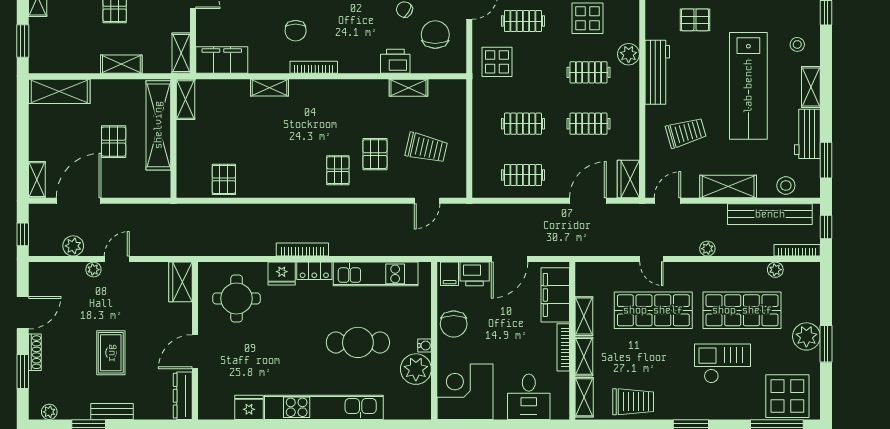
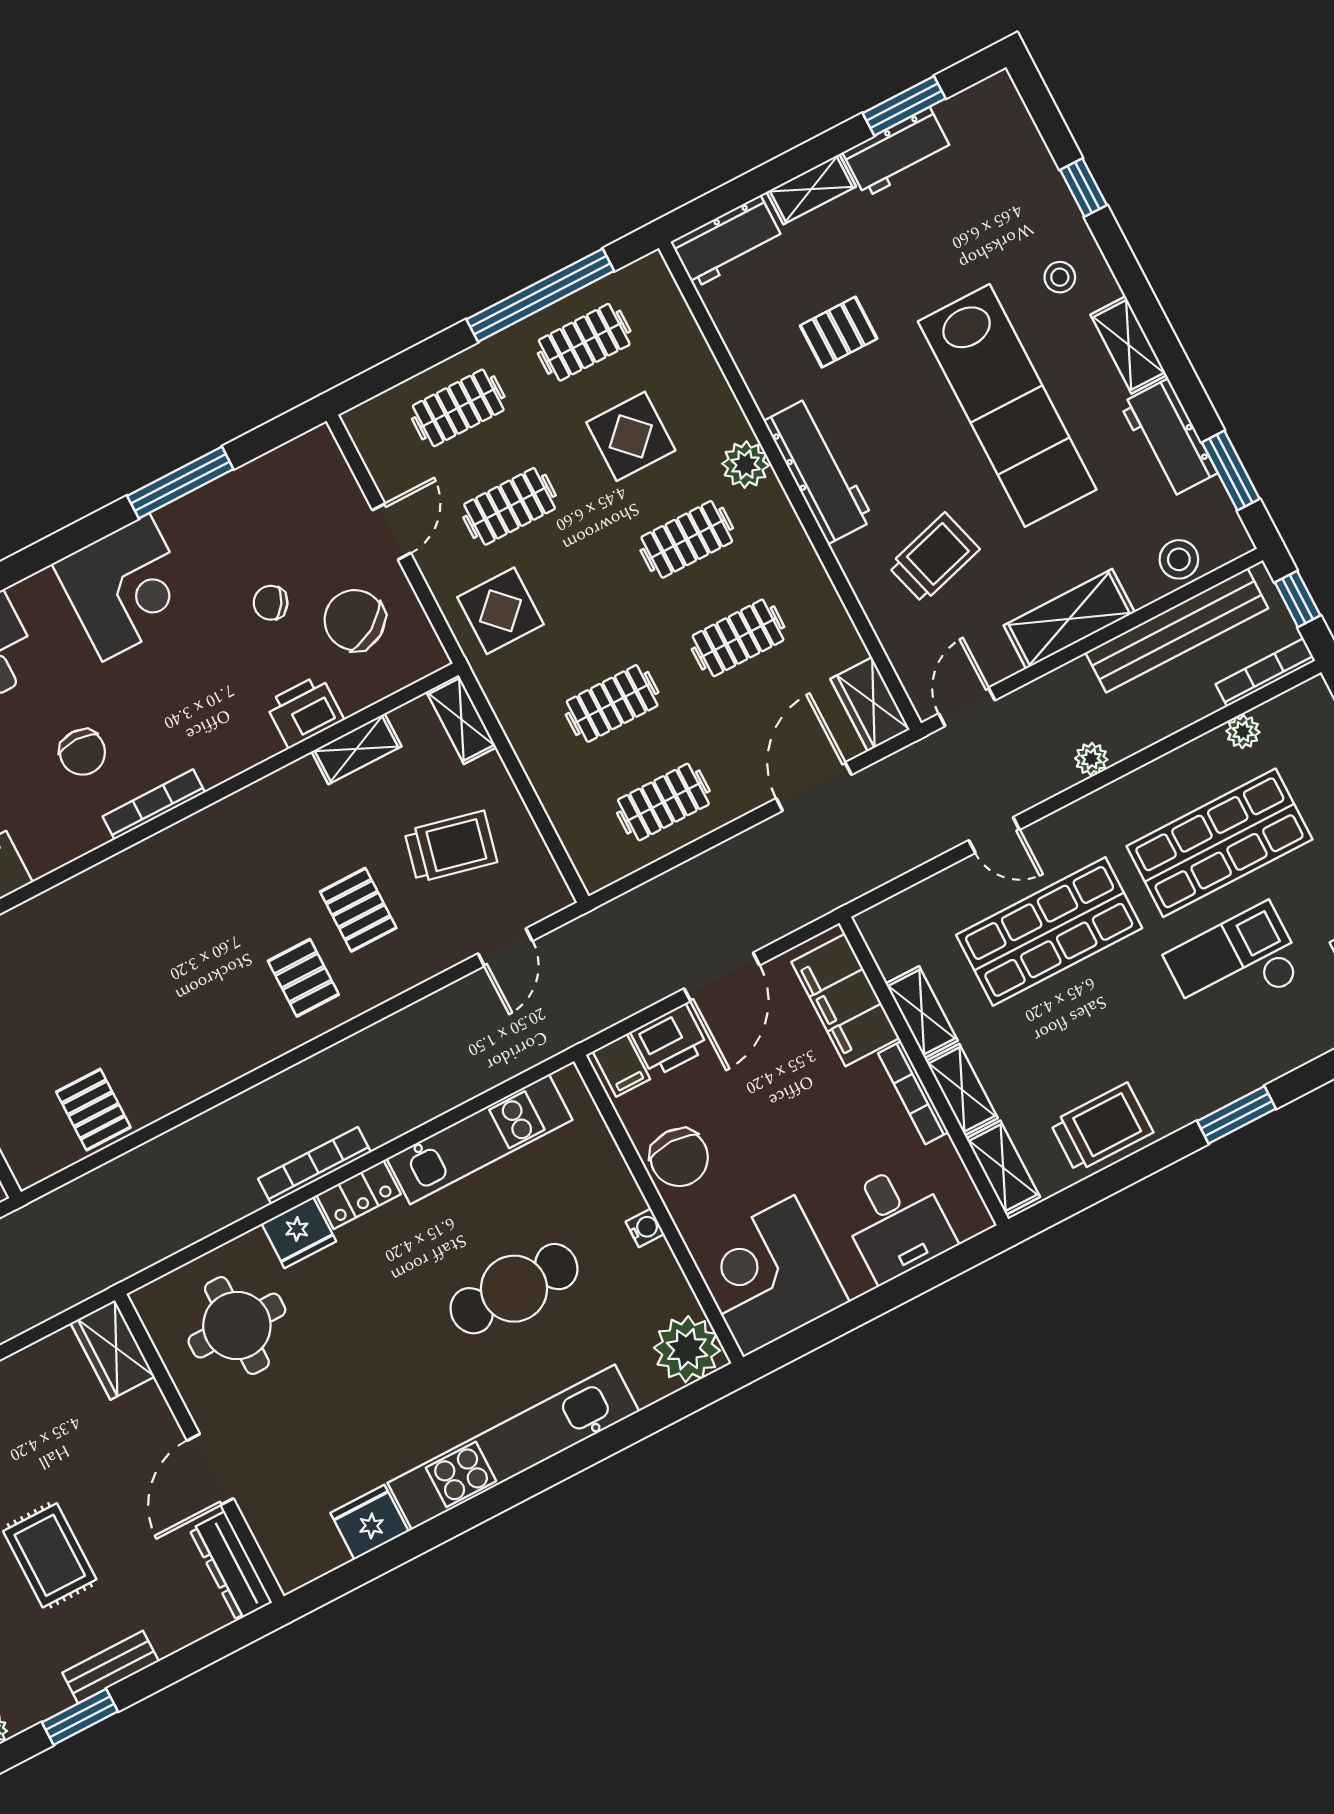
chair: (435, 35) -> (355, 620), turned -32
shelving: (269, 88) -> (461, 719), moved, turned 90
plant: (416, 369) -> (687, 1349), moved

